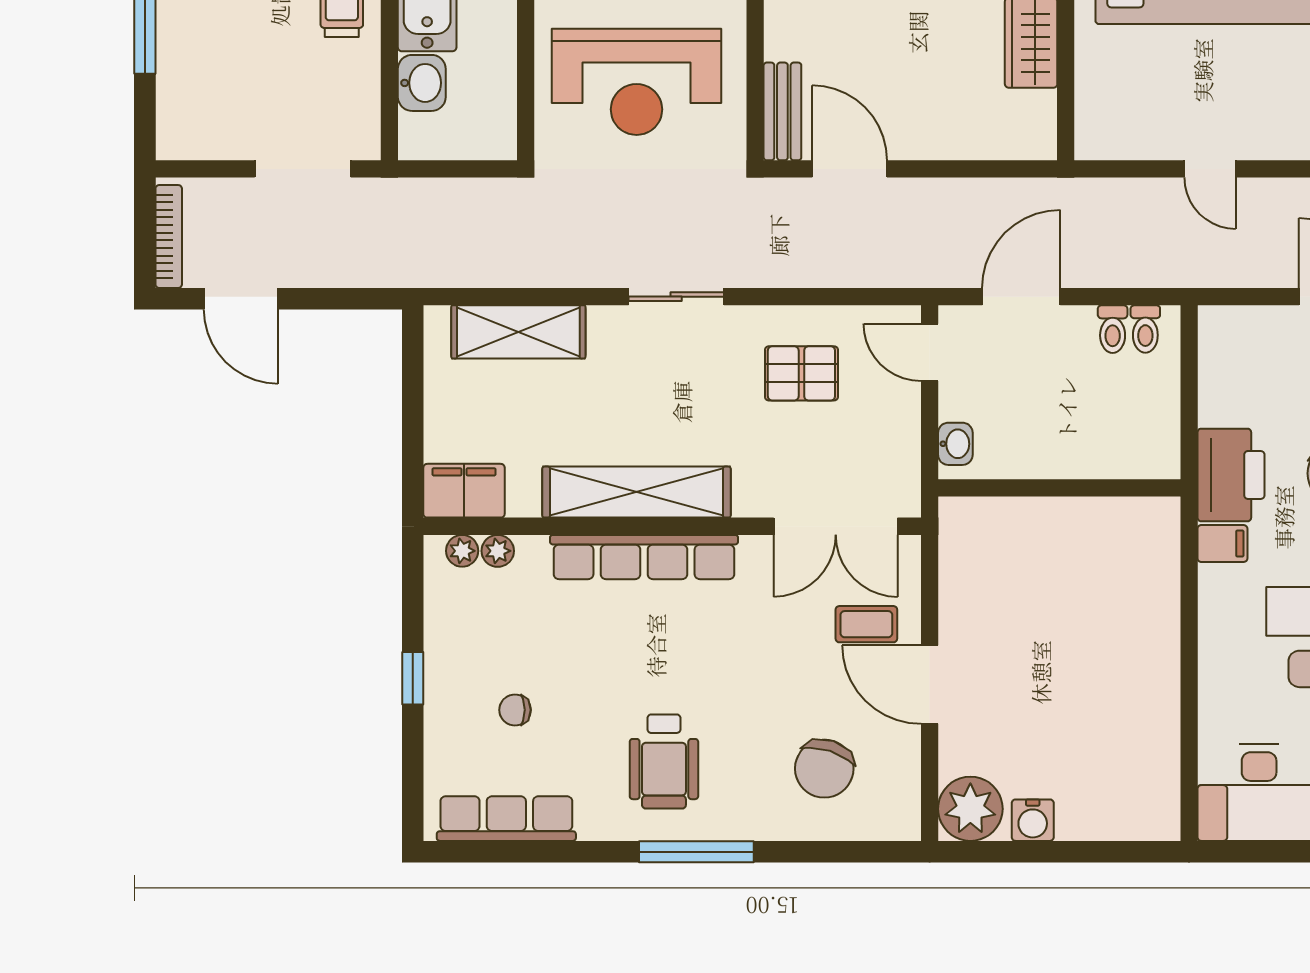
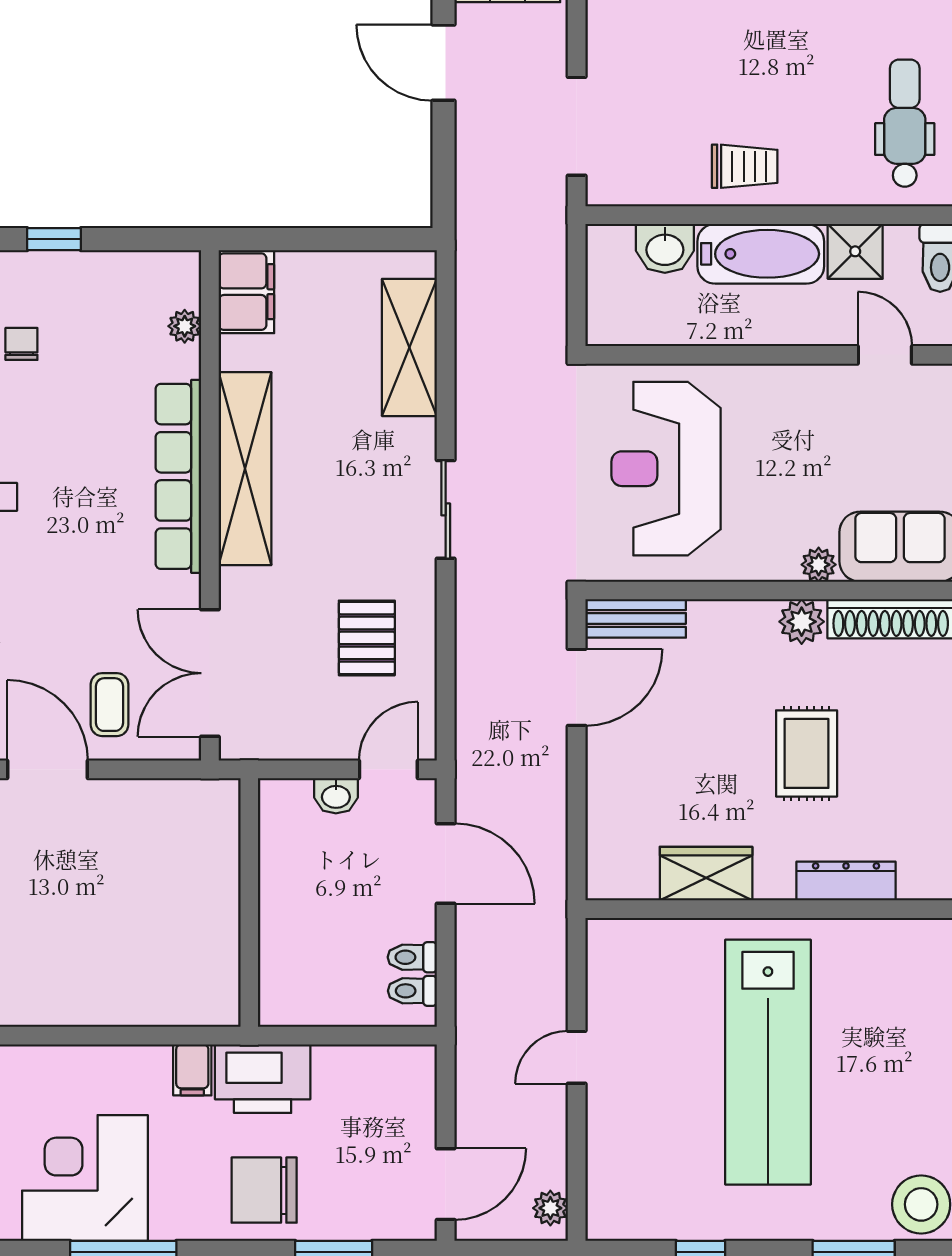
door: (241, 299) -> (443, 63), hinge flipped
washbasin: (955, 444) -> (336, 796), moved
plant: (462, 551) -> (185, 290), removed
door: (930, 685) -> (47, 769), hinge flipped

